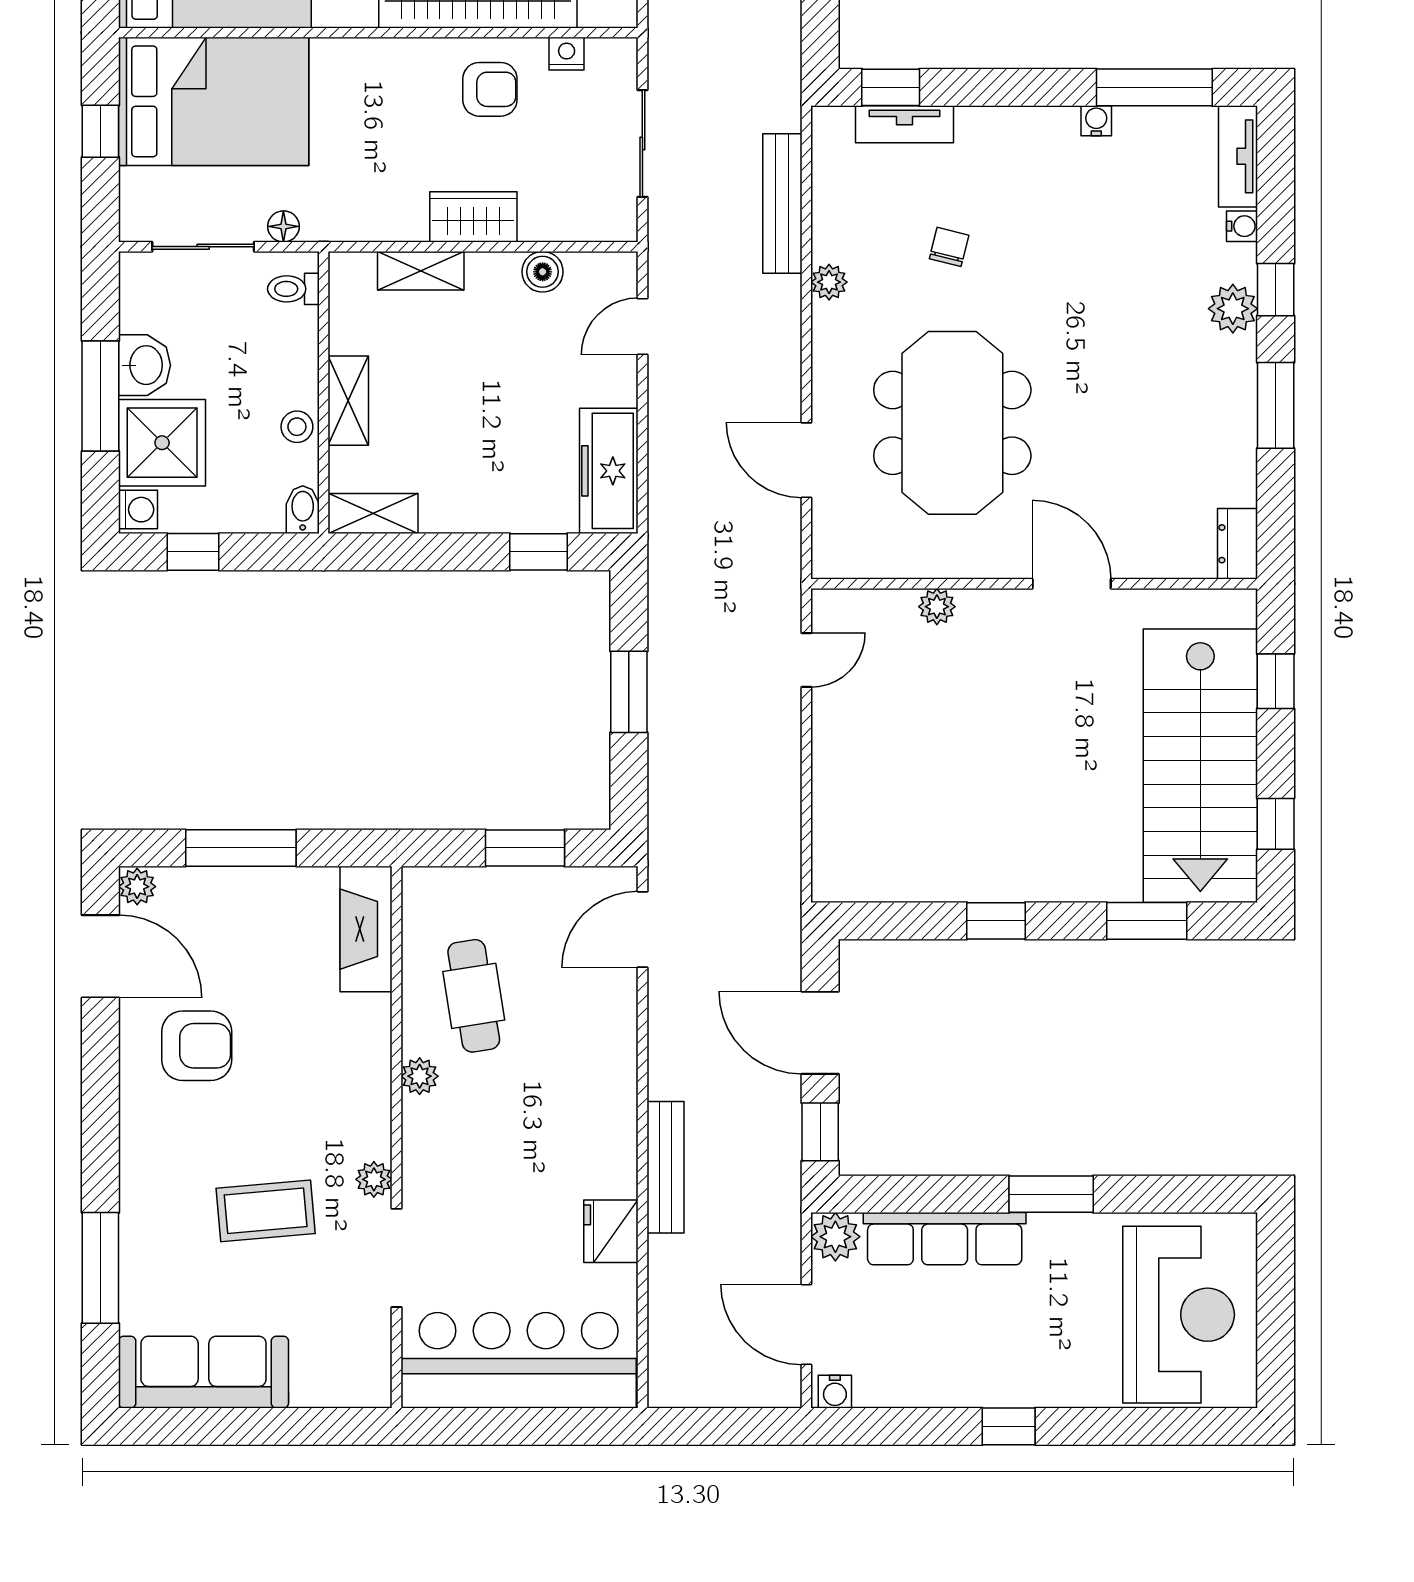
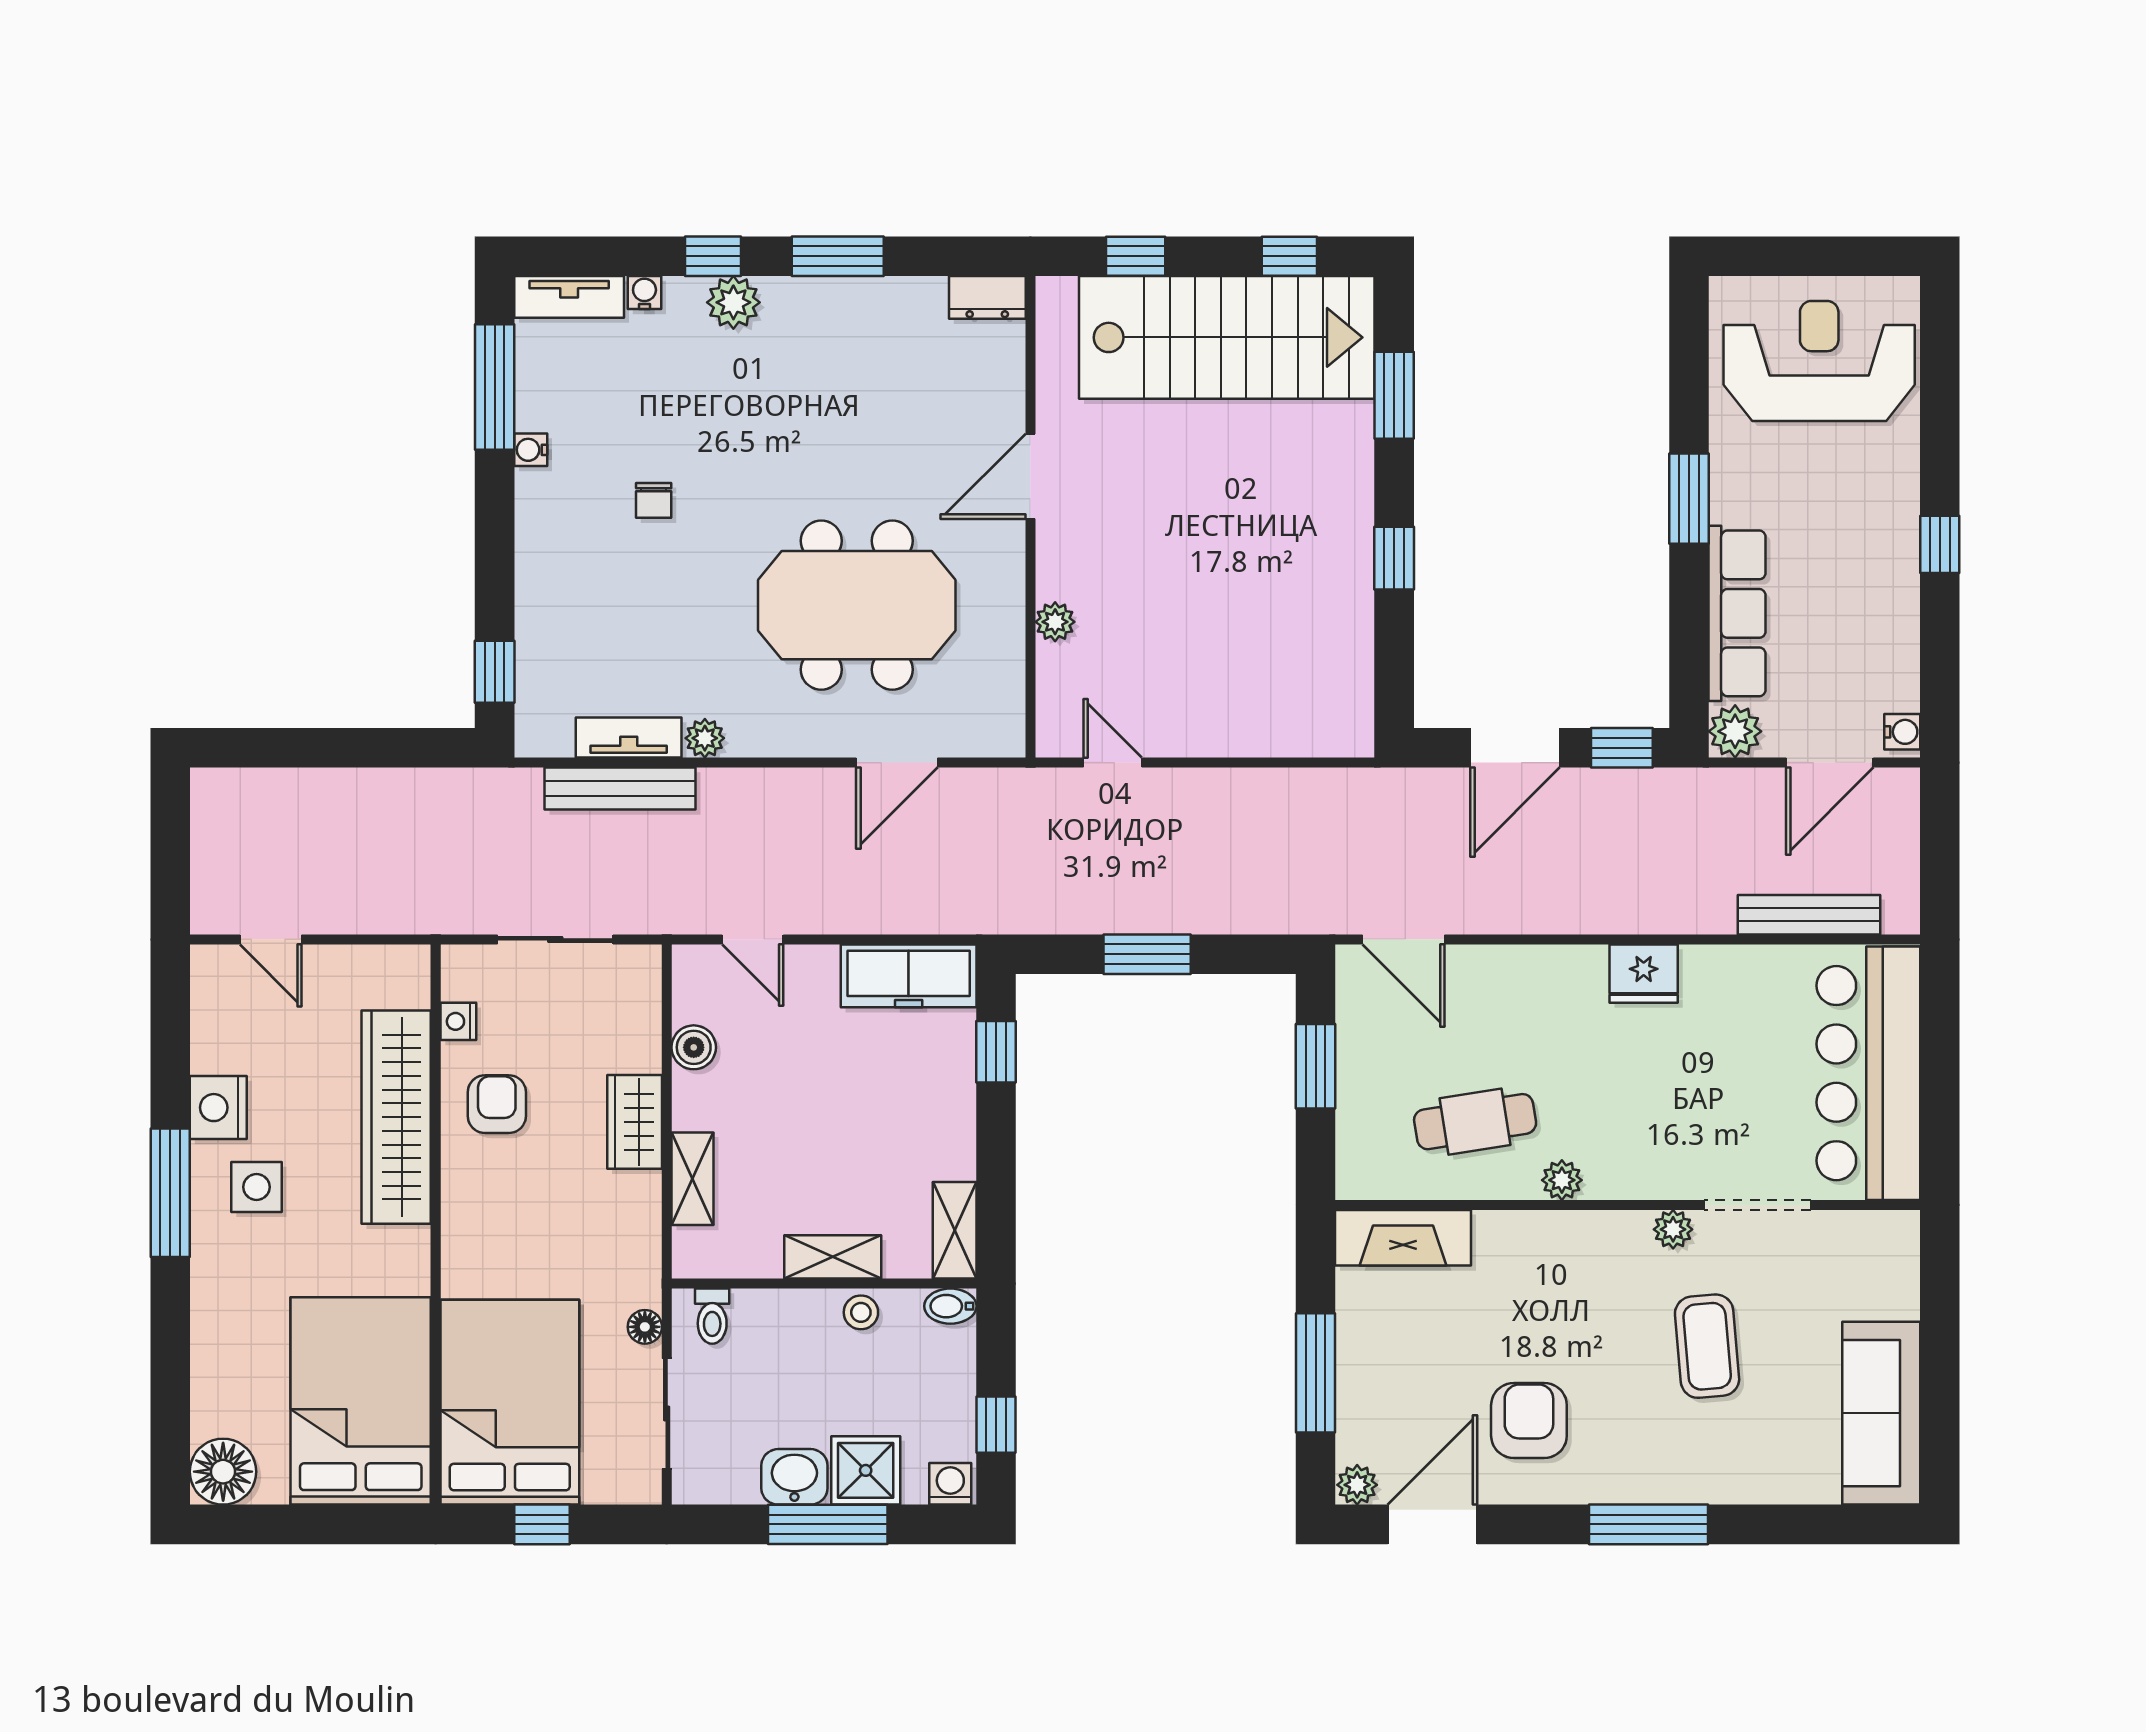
tv unit: (905, 124) -> (629, 737), moved, turned -90
chair: (949, 247) -> (654, 500), moved, turned -104
shower: (162, 443) -> (866, 1470), width x0.73, depth x0.73
bench: (665, 1167) -> (1809, 915), moved
fridge: (611, 1231) -> (1644, 974), moved
window: (100, 1268) -> (1648, 1524), moved

